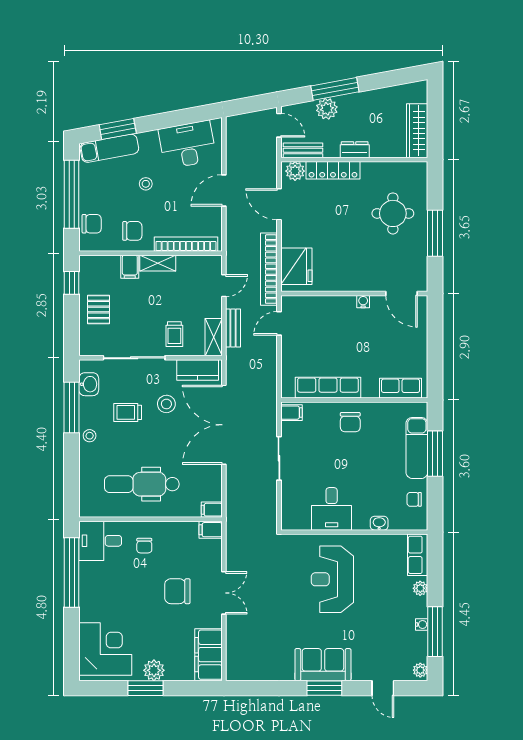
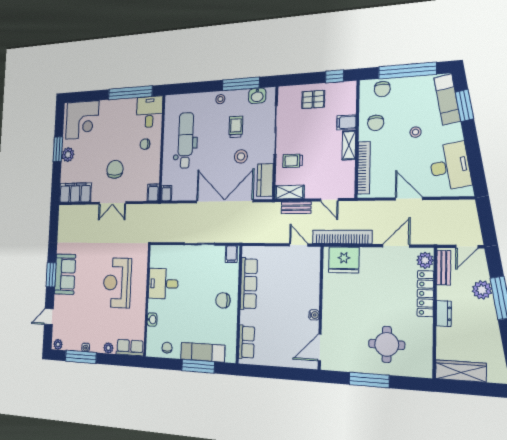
reception desk: (332, 579) -> (117, 283), turned -90

